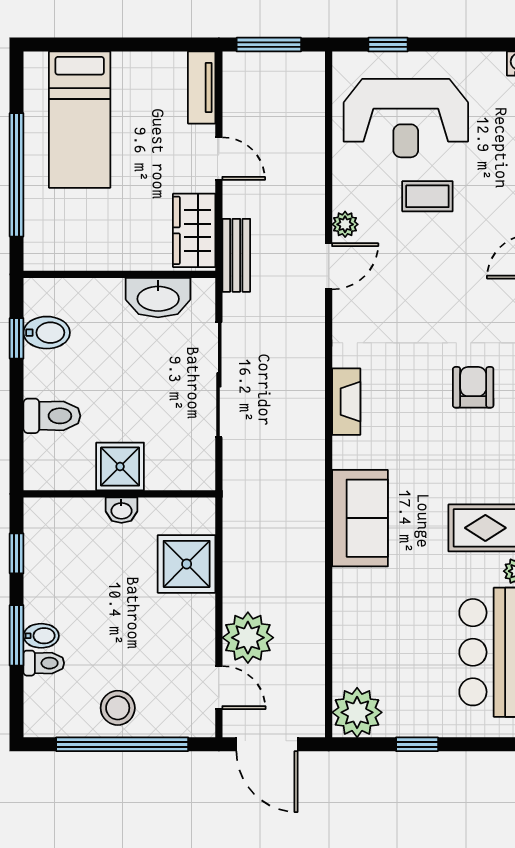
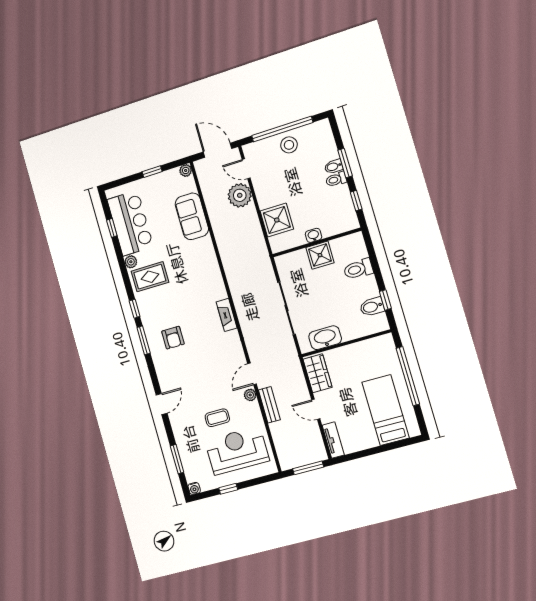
window: (388, 45) -> (228, 489), moved
bench: (236, 255) -> (269, 405), moved
sofa: (360, 518) -> (192, 216), moved
toilet: (44, 663) -> (336, 179), moved
plant: (357, 712) -> (186, 170), width x0.53, depth x0.53

